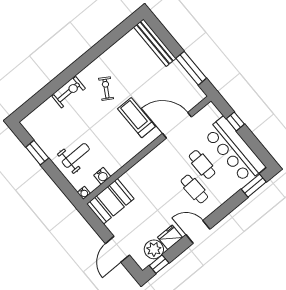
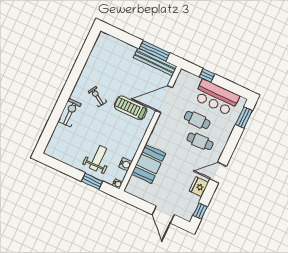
bench: (155, 43) -> (155, 62), moved
bar counter: (234, 150) -> (216, 97), width x0.73
window: (37, 153) -> (92, 181), moved
booth: (110, 201) -> (149, 164), moved
plant: (154, 249) -> (191, 202), removed

